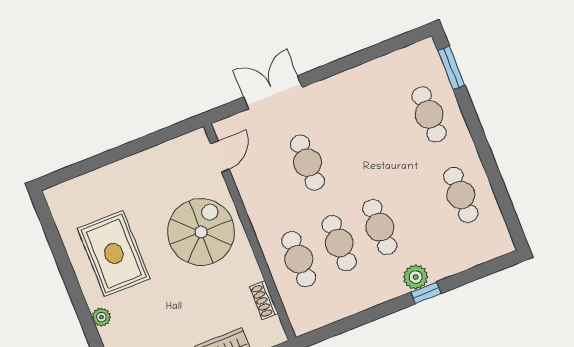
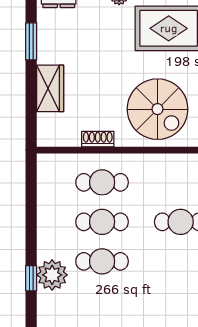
plant: (416, 277) -> (52, 275), width x1.36, depth x1.36
shoe rack: (264, 300) -> (98, 139), moved

